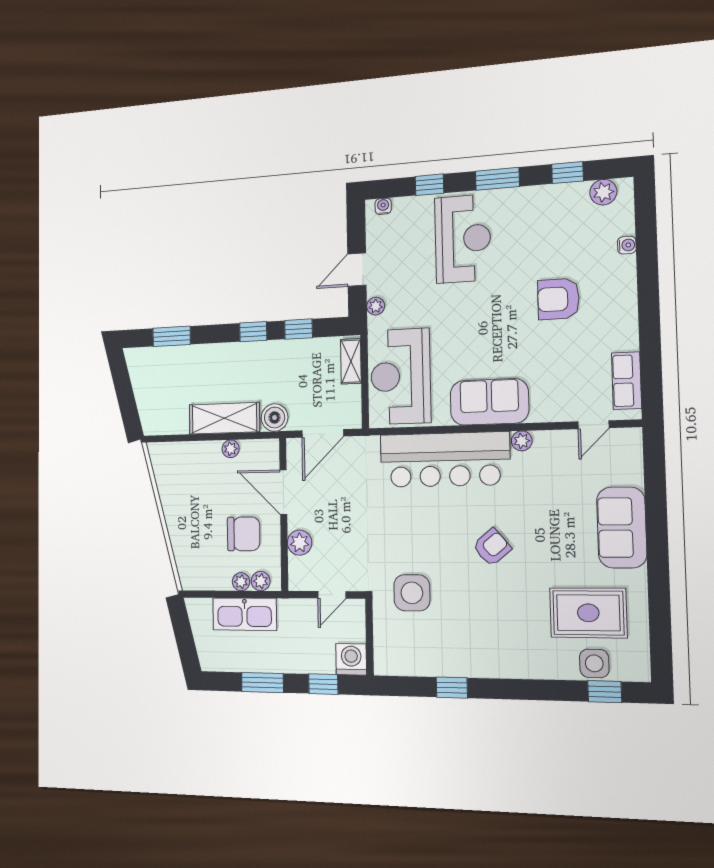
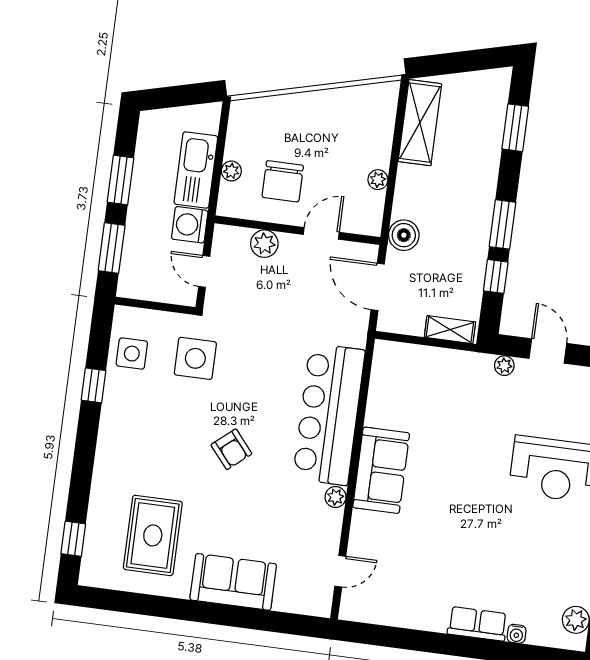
armchair: (558, 299) -> (475, 557), removed
window: (253, 332) -> (502, 224), width x1.50
reception desk: (401, 376) -> (424, 381), removed
row of seats: (627, 381) -> (477, 624), moved
shelving: (224, 418) -> (420, 123), moved
door: (593, 425) -> (340, 571), swing flipped
door: (283, 492) -> (321, 233), width x0.73
plant: (261, 581) -> (229, 194), removed
washing machine: (351, 659) -> (190, 225), moved, turned 180
side table: (594, 663) -> (132, 354), moved
window: (323, 684) -> (112, 248), width x1.50

